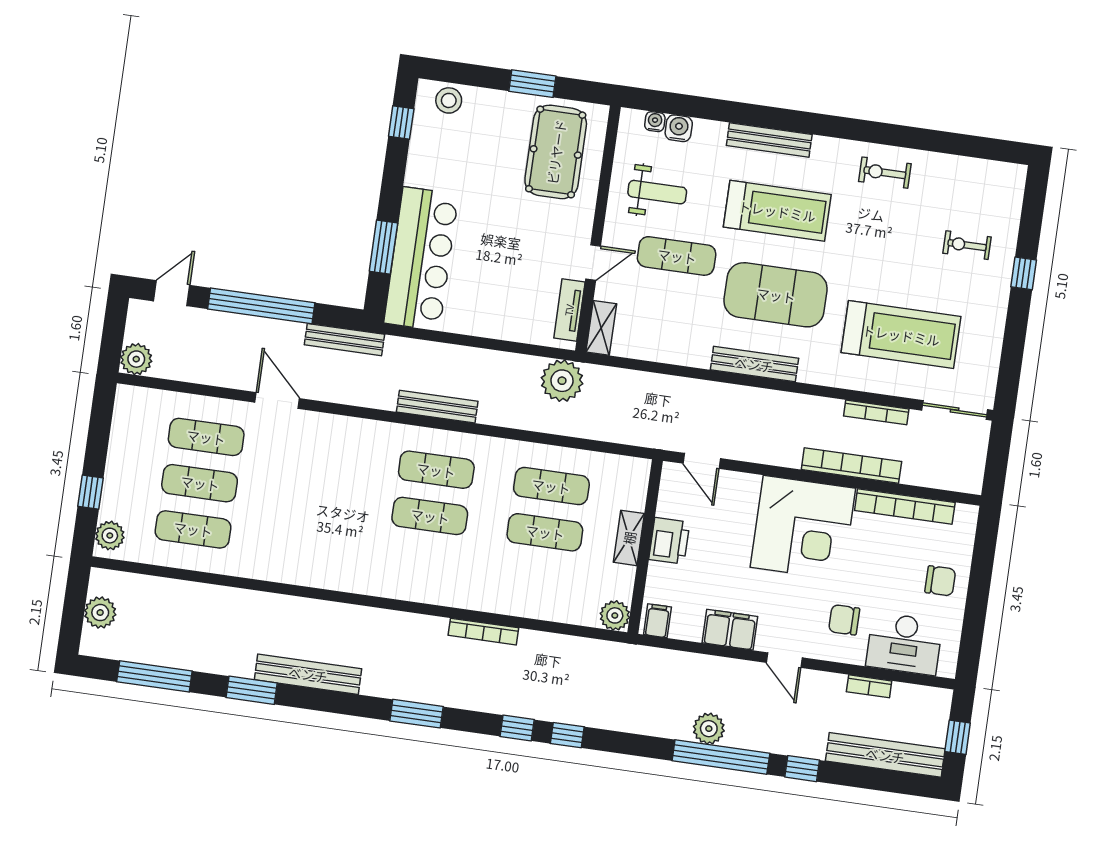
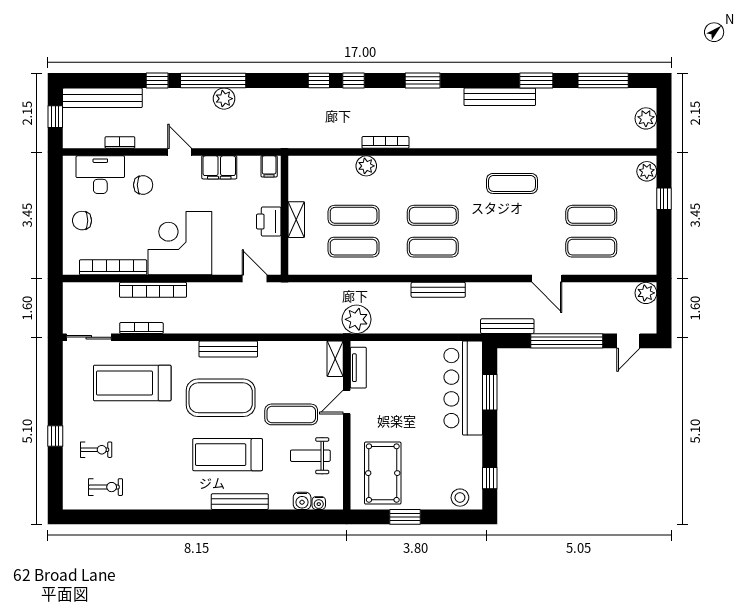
exercise bike: (885, 173) -> (106, 487), moved
exercise mat: (193, 529) -> (512, 183), moved
plant: (615, 615) -> (366, 166), moved

